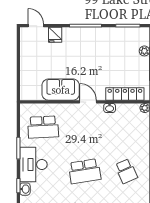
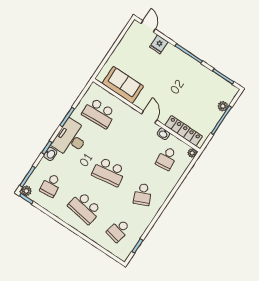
sofa: (61, 90) -> (123, 85), moved
school desk: (126, 127) -> (167, 158), added

